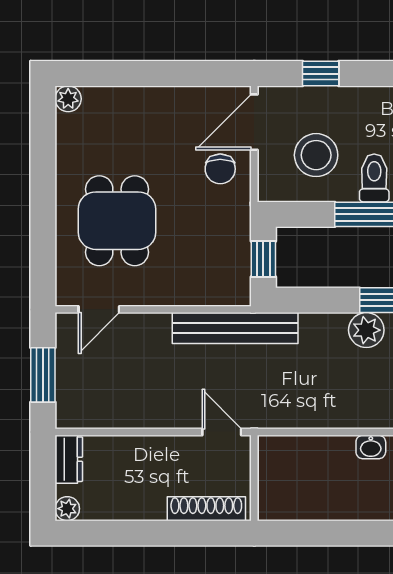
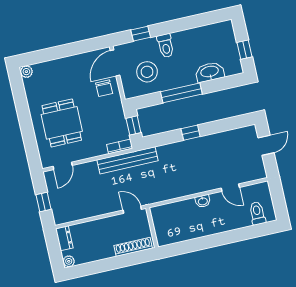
toilet: (374, 178) -> (166, 46), moved, turned 180
bookcase: (225, 296) -> (120, 146), added
plant: (366, 330) -> (188, 148), removed
window: (43, 375) -> (44, 202), width x0.67

